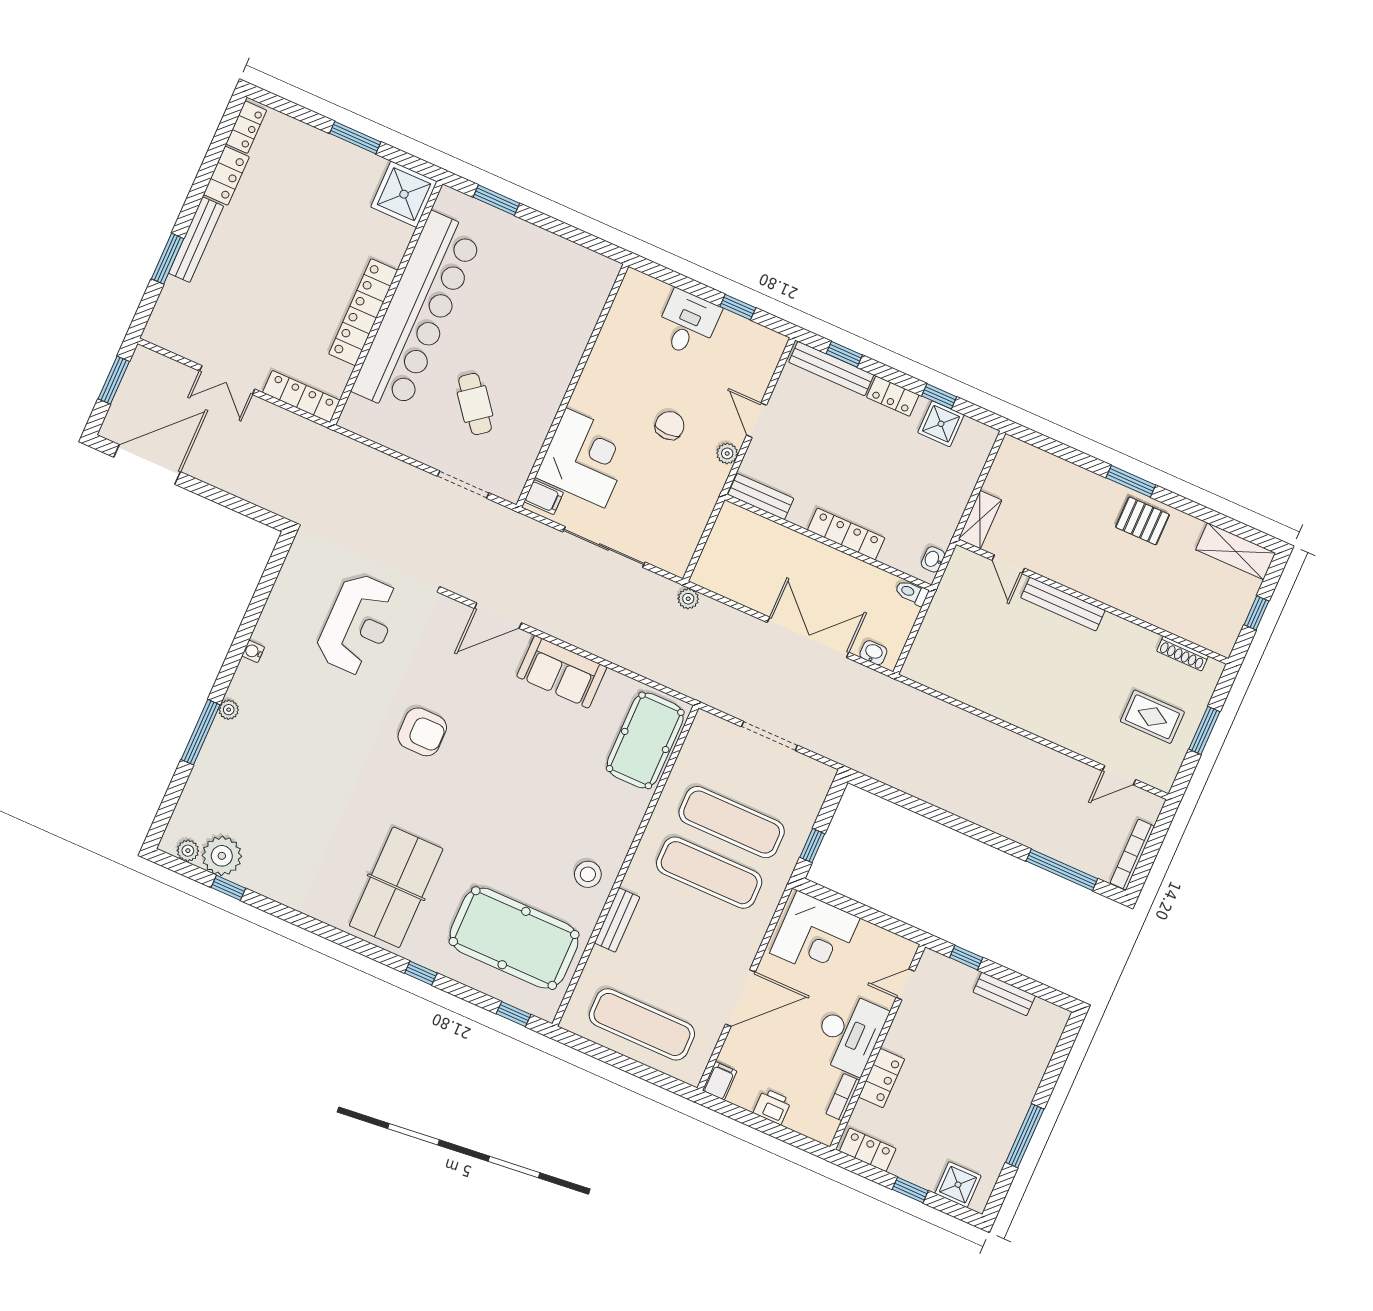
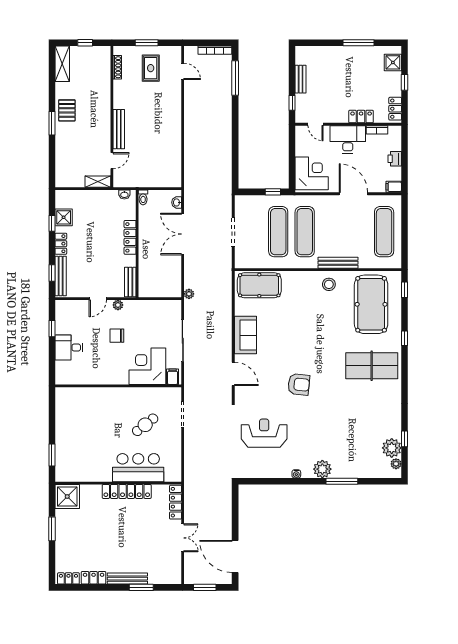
bar counter: (418, 312) -> (138, 468), width x0.54
plant: (229, 710) -> (322, 469), width x1.88, depth x1.88
armchair: (422, 732) -> (299, 384), turned 96
bench: (617, 920) -> (338, 263), width x1.36

